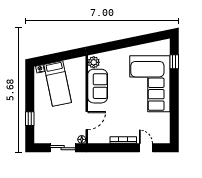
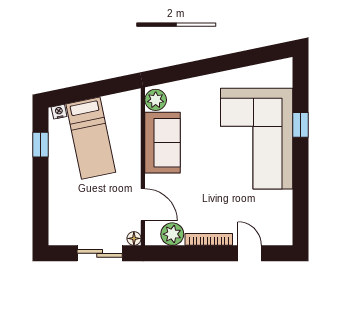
window: (174, 62) -> (301, 125), moved
window: (30, 119) -> (40, 145), moved
door: (87, 121) -> (143, 205), hinge flipped
plant: (103, 137) -> (172, 234), added

